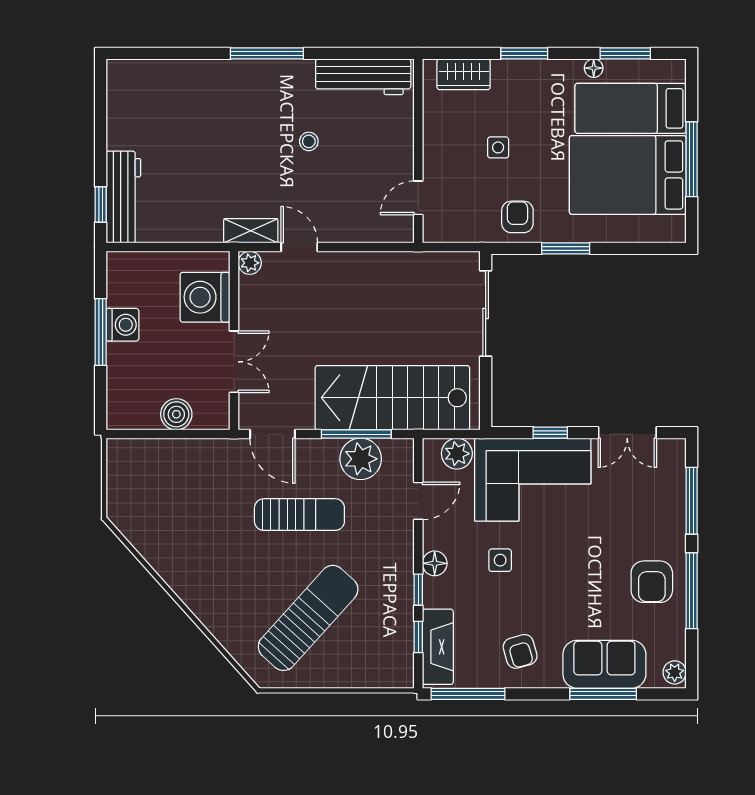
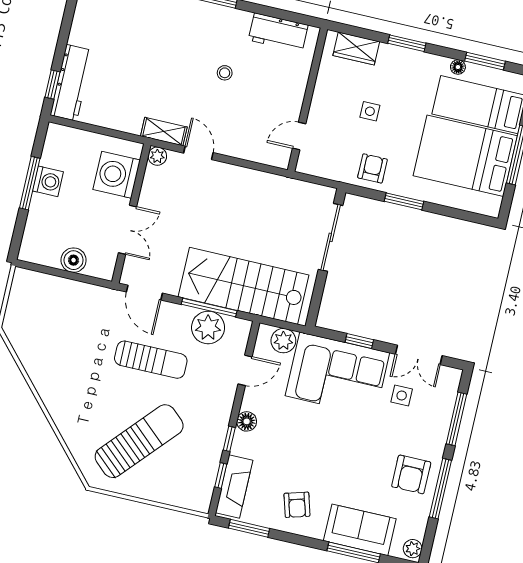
workbench: (363, 77) -> (278, 33), width x0.73
side table: (500, 560) -> (402, 396), moved
window: (468, 694) -> (249, 528), width x0.69

